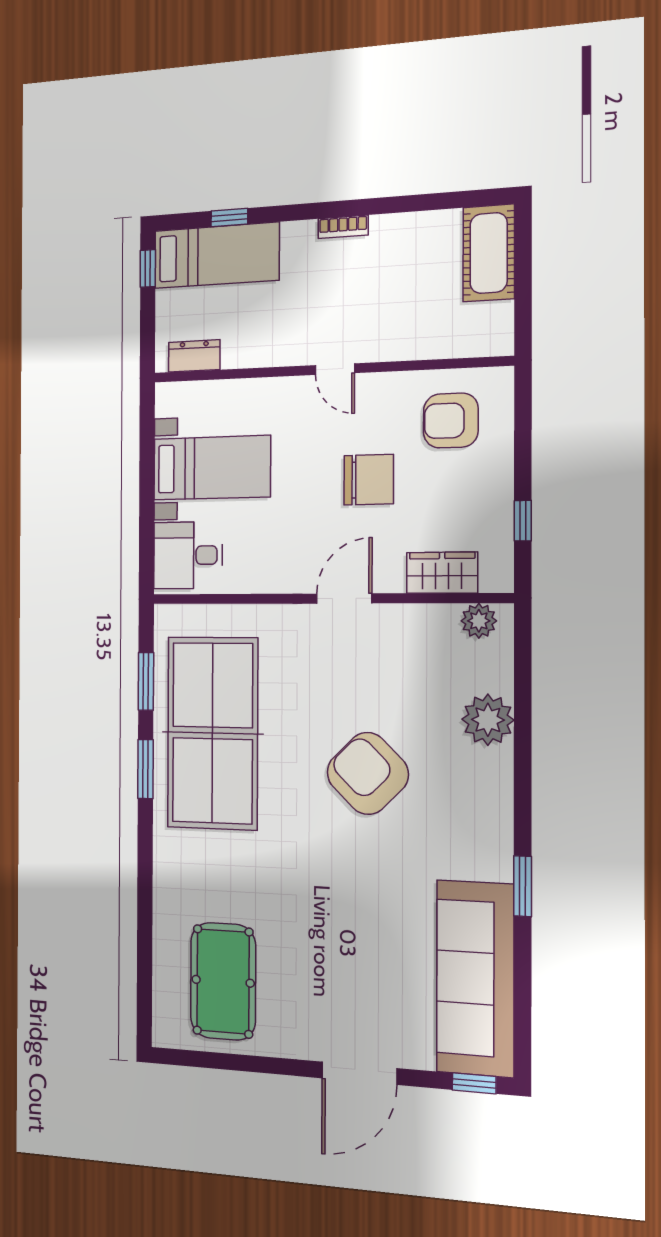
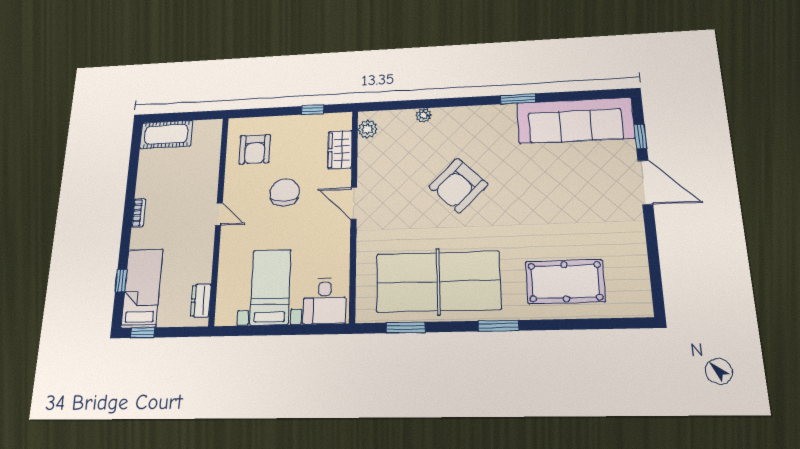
door: (335, 369) -> (219, 214), hinge flipped
plant: (488, 720) -> (424, 115), width x0.53, depth x0.53
window: (145, 769) -> (499, 326), moved
pool table: (223, 981) -> (565, 282), moved
window: (474, 1083) -> (640, 136), moved

